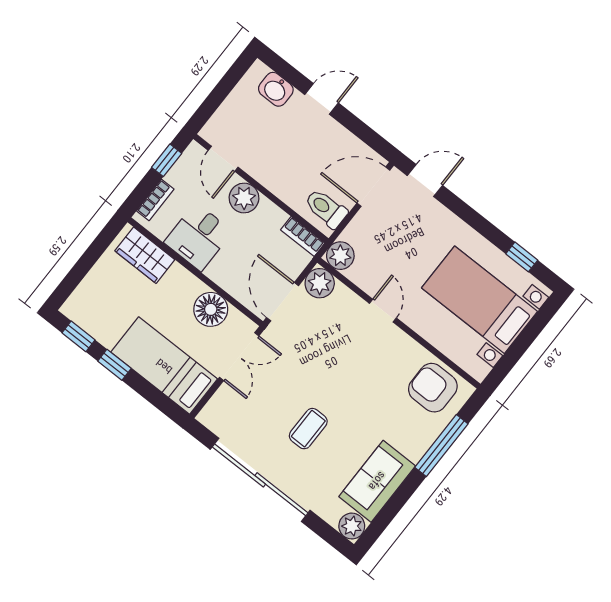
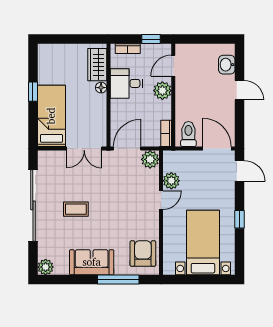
plant: (340, 256) -> (171, 181), moved
window: (522, 257) -> (239, 219), moved
floor lamp: (211, 309) -> (101, 88), moved, width x0.53, depth x0.53
window: (79, 336) -> (33, 64), removed
sofa: (377, 481) -> (92, 262), moved

